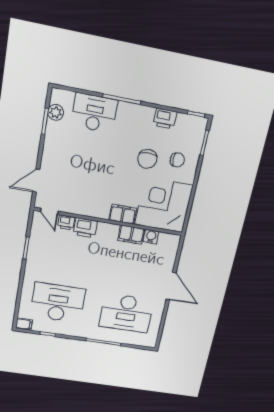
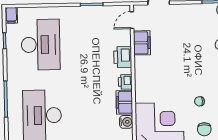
chair: (147, 159) -> (199, 101), width x0.54, depth x0.54
filing cabinet: (123, 214) -> (142, 43), moved
printer: (66, 223) -> (125, 82), moved

